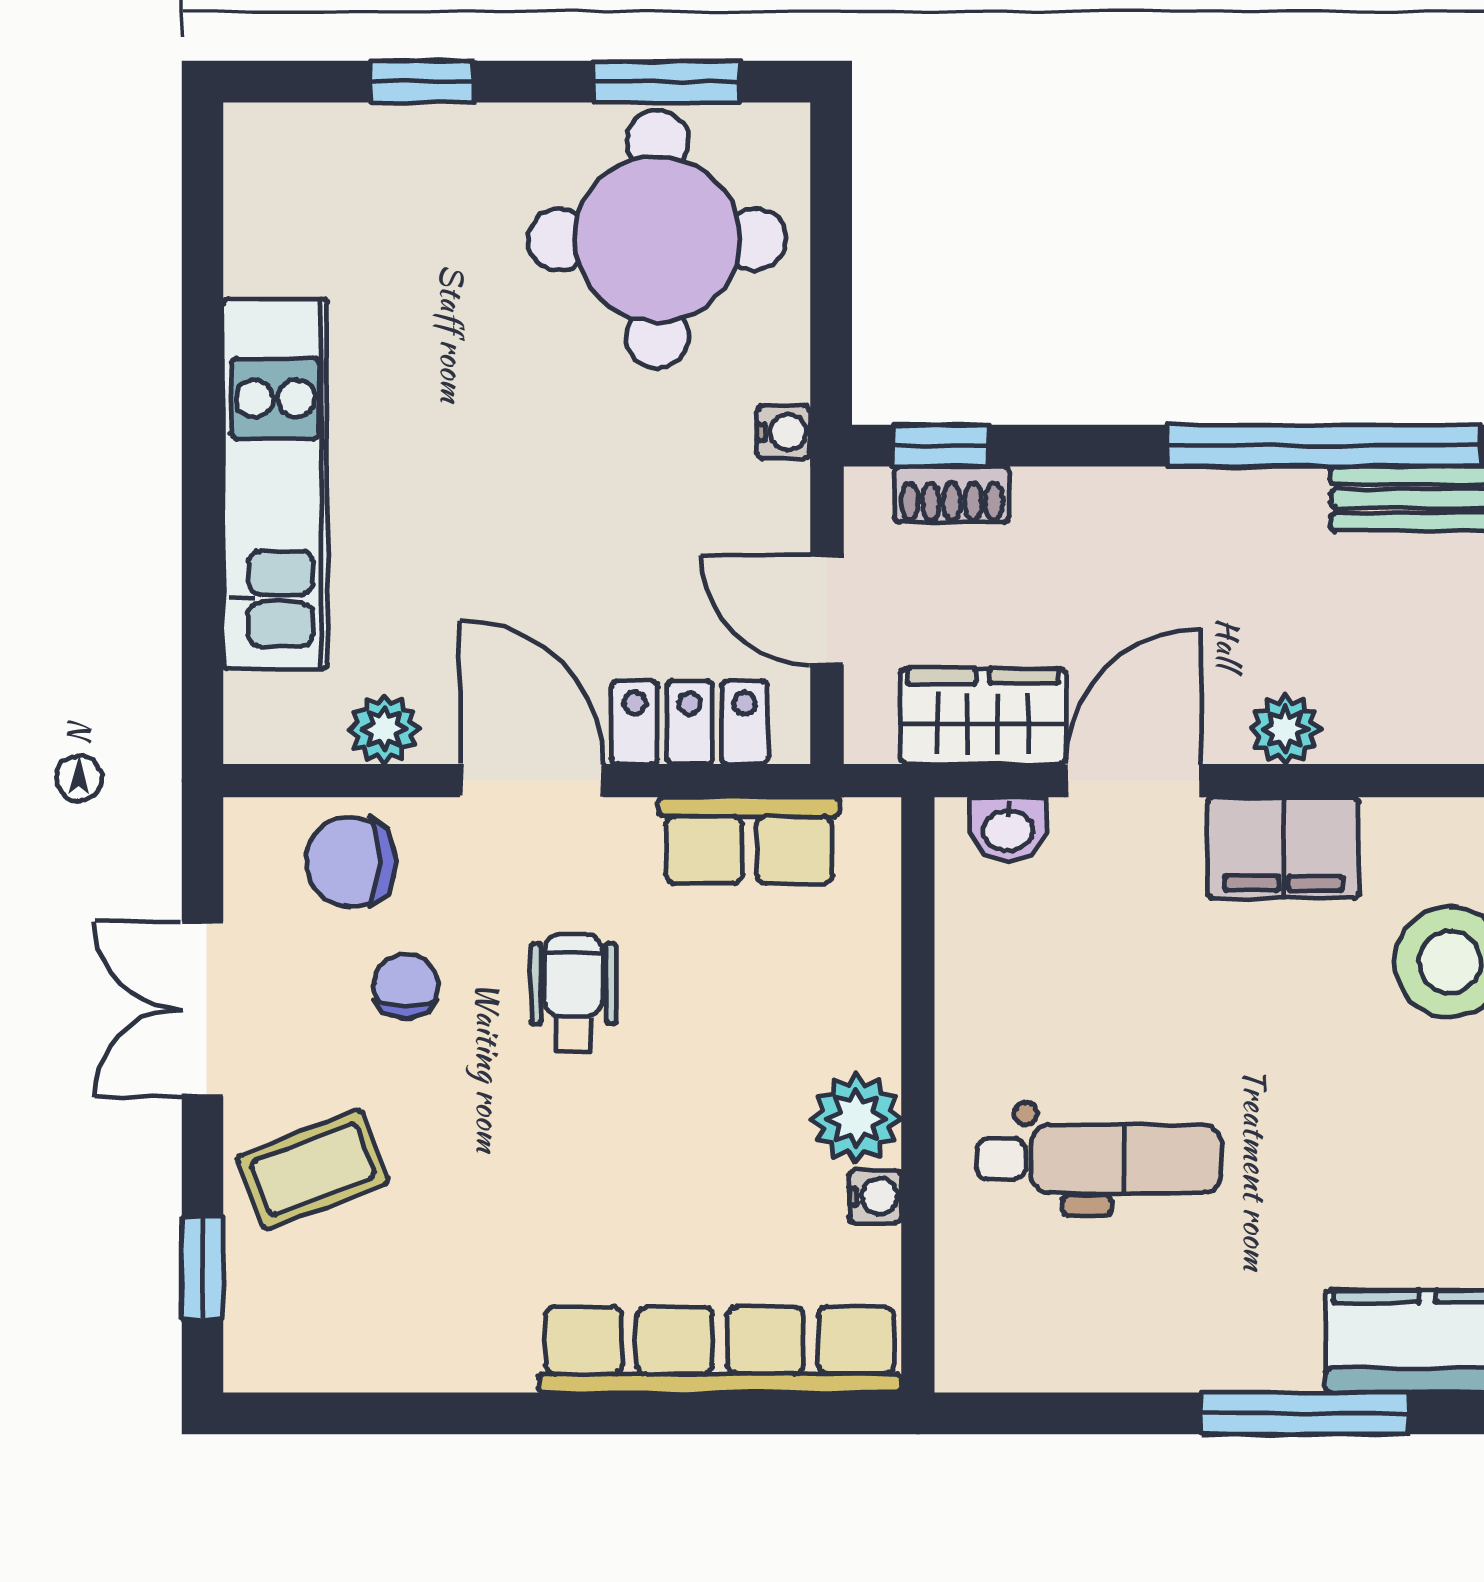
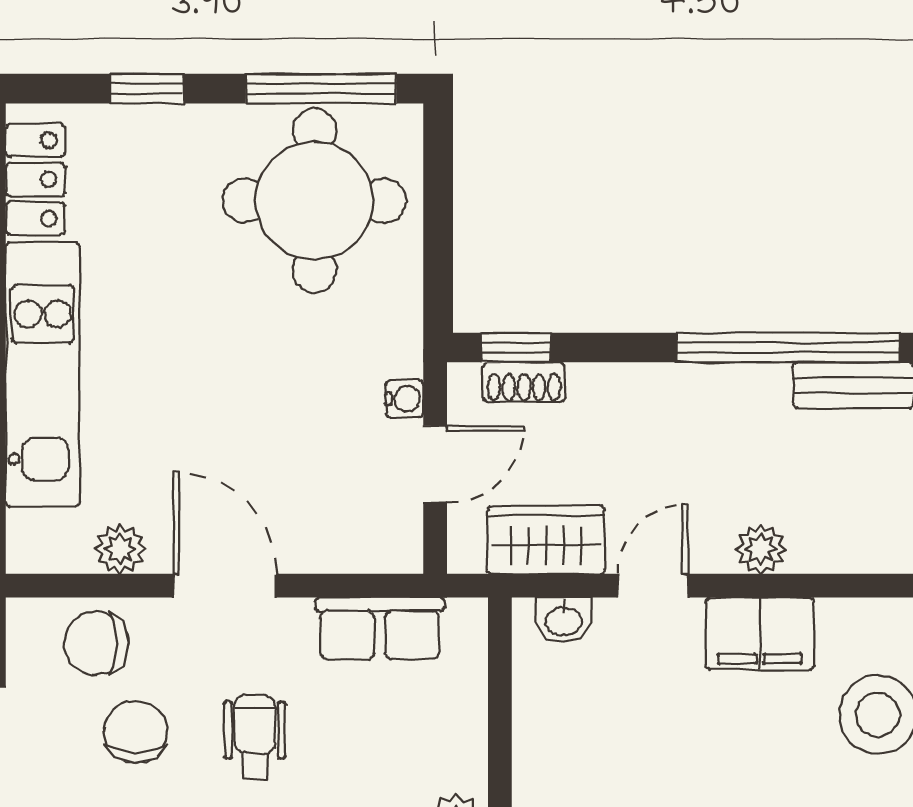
window: (667, 82) -> (321, 89), width x1.44
water cooler: (784, 432) -> (404, 399), moved
door: (827, 610) -> (435, 464), swing flipped
locker: (690, 722) -> (35, 179), moved, turned 90
door: (1133, 781) -> (653, 586), width x0.73
chair: (406, 986) -> (136, 732), width x1.37, depth x1.37

